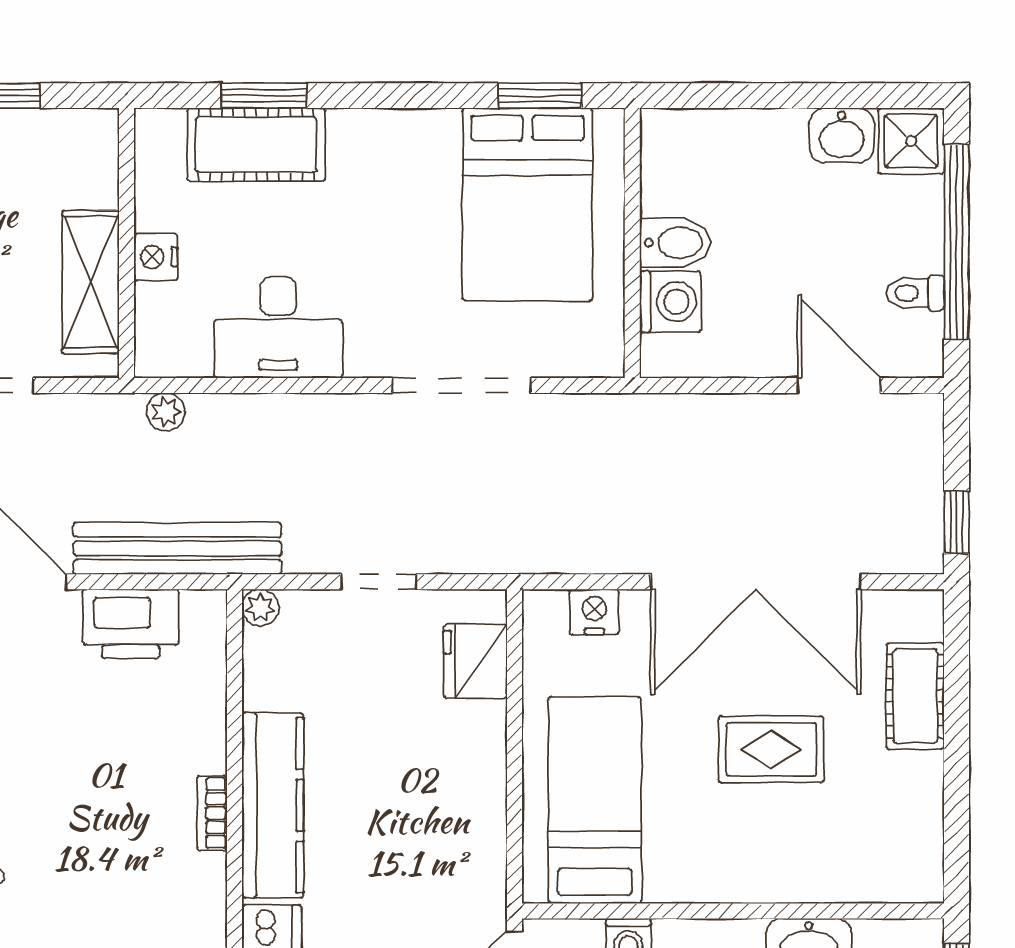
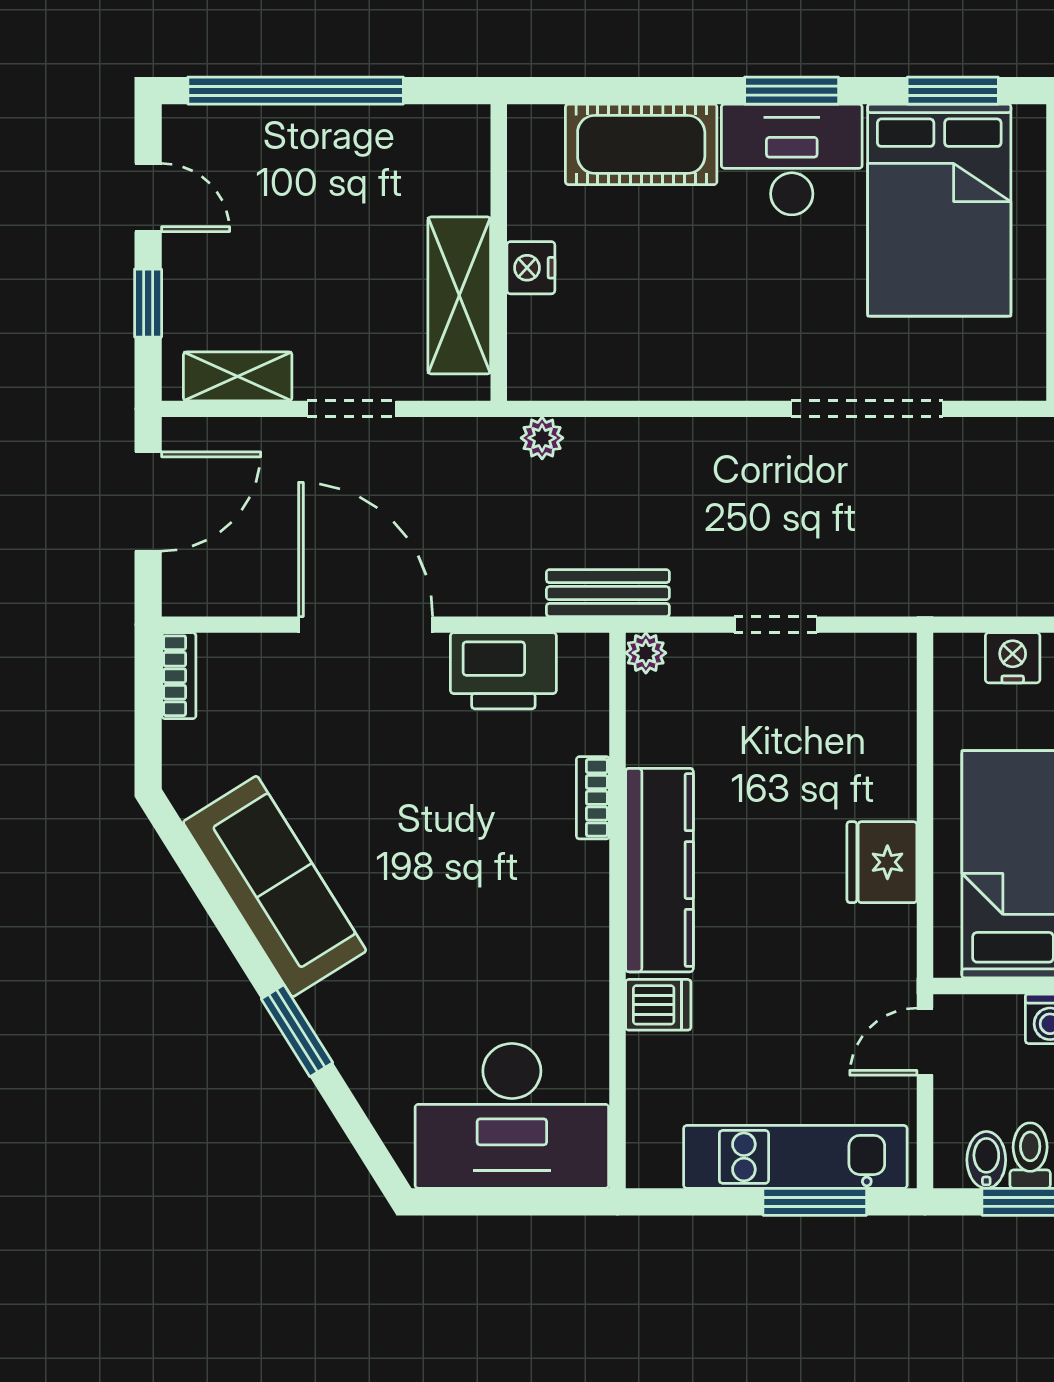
window: (264, 96) -> (792, 91), moved
desk: (278, 328) -> (792, 159), moved, turned 180
bench: (177, 549) -> (608, 593), width x0.54, depth x0.82
fridge: (475, 661) -> (882, 862), moved
bookcase: (212, 813) -> (593, 798), moved

